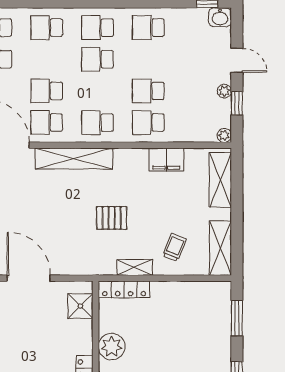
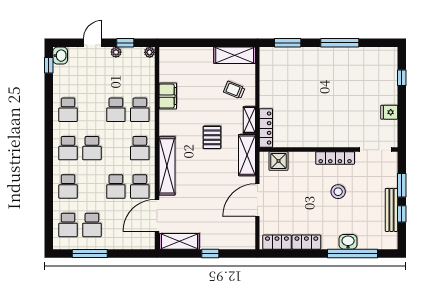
shelving: (220, 180) -> (247, 155), moved, turned 90
plant: (112, 347) -> (309, 137), removed

